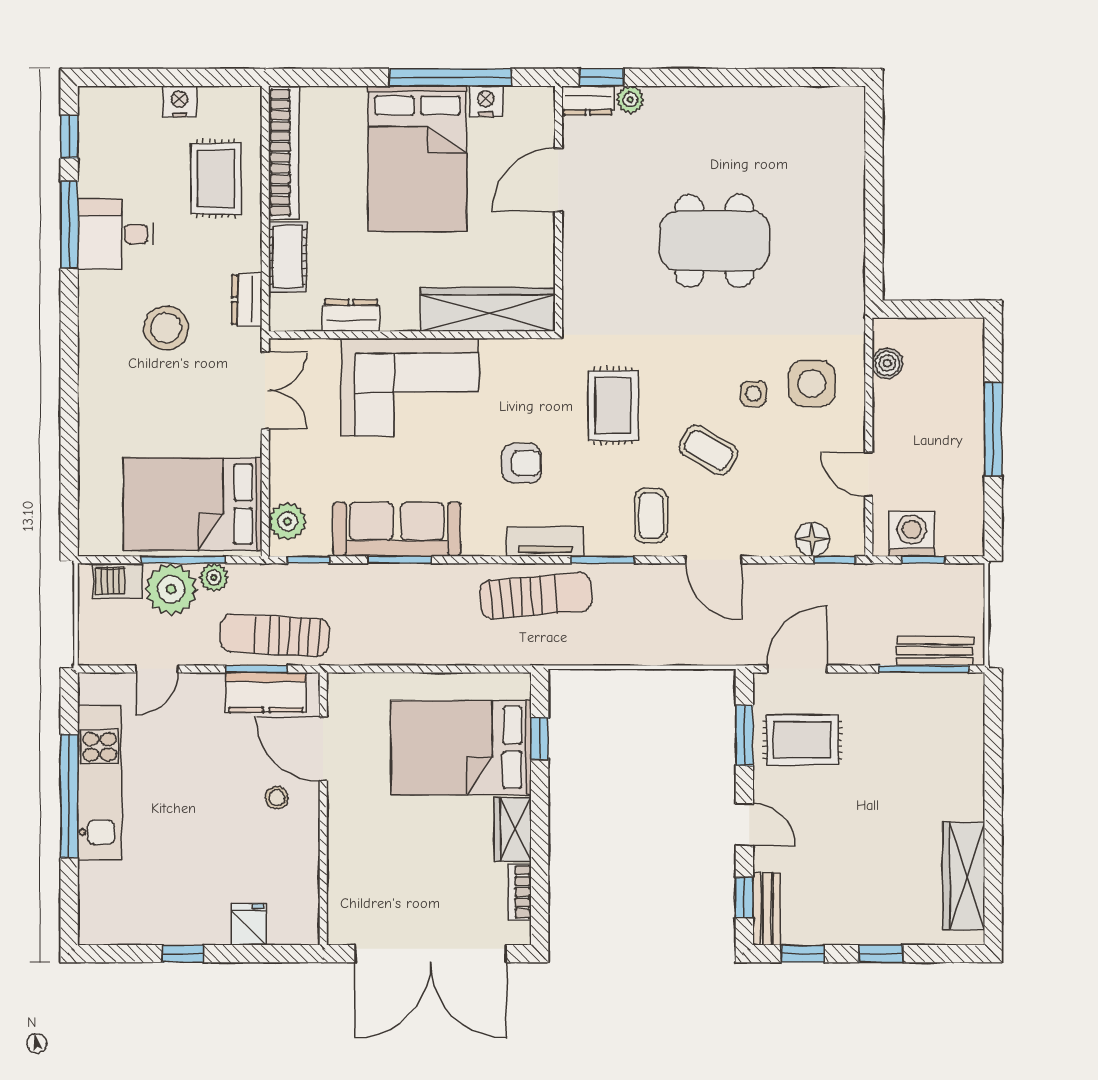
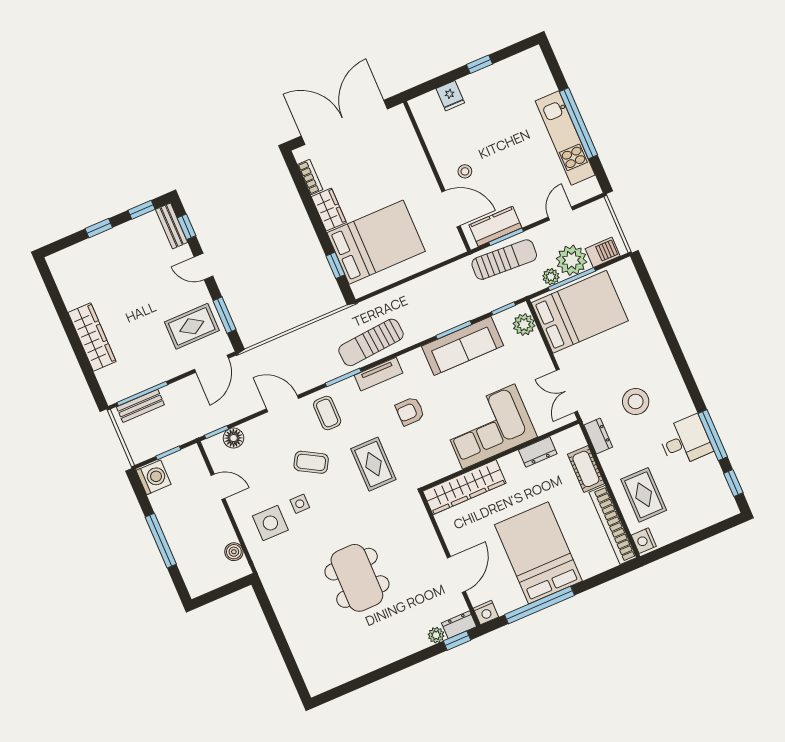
nightstand: (486, 101) -> (486, 613), moved
nightstand: (180, 102) -> (644, 541), moved, turned 90
dining table: (714, 241) -> (357, 578), turned 90
washing machine: (912, 534) -> (154, 477), moved, turned -90
wardrobe: (964, 876) -> (92, 337), moved

